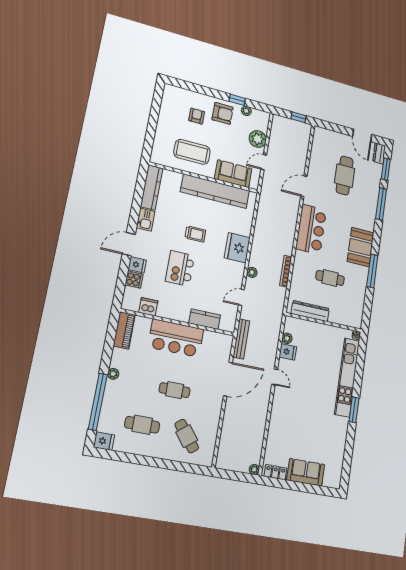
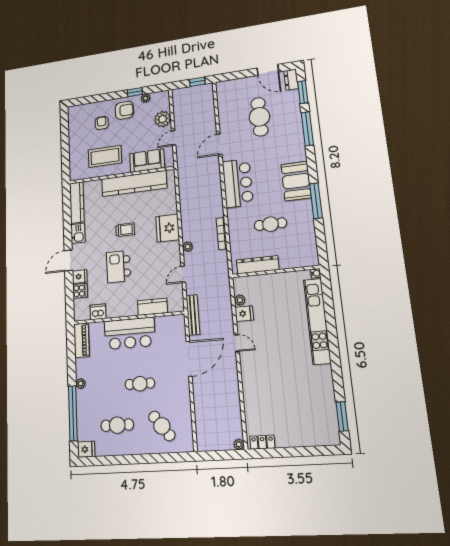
window: (354, 410) -> (342, 416), moved
sofa: (306, 472) -> (296, 435), removed

